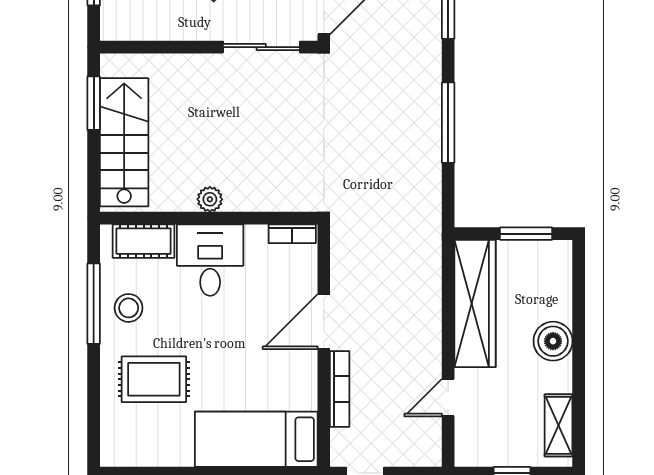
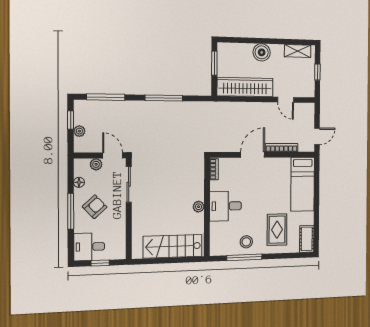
window: (94, 103) -> (155, 261), removed
cot: (144, 241) -> (307, 239), moved
door: (324, 322) -> (253, 155), swing flipped

